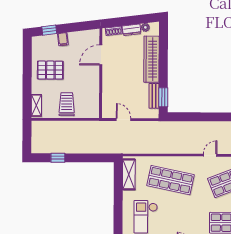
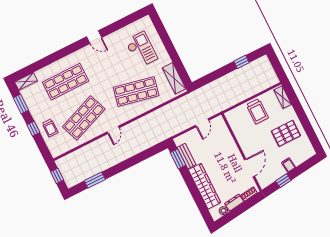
window: (49, 30) -> (283, 181), moved
door: (124, 120) -> (202, 123), hinge flipped

